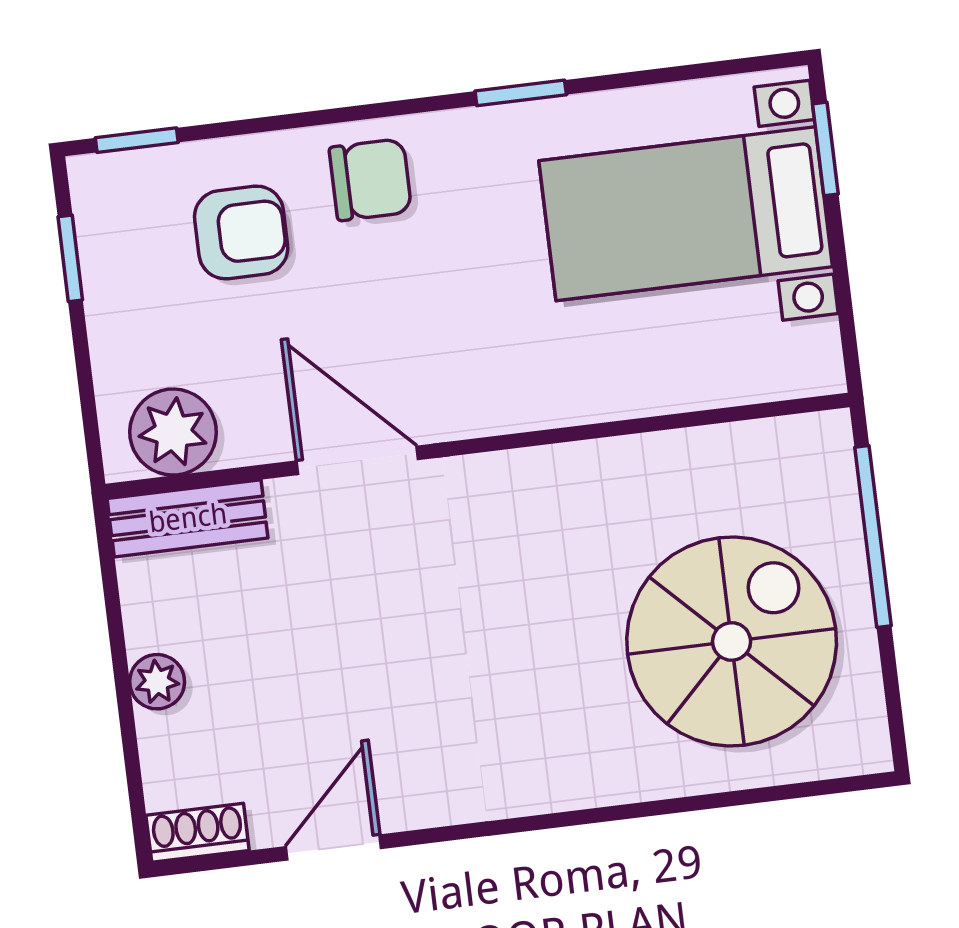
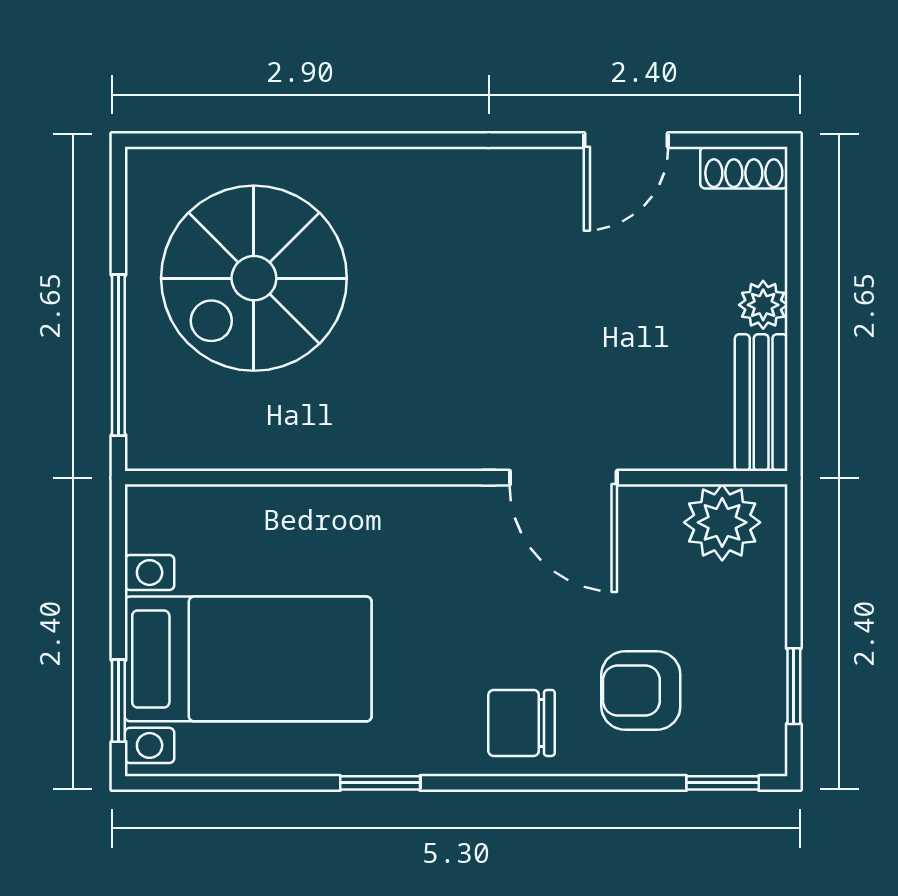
bench: (188, 518) -> (761, 403), moved, turned 90

